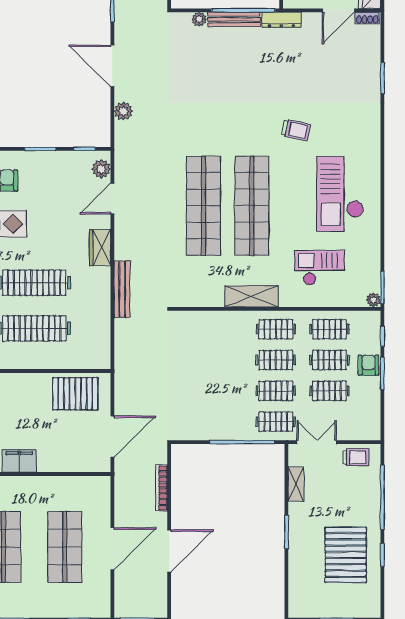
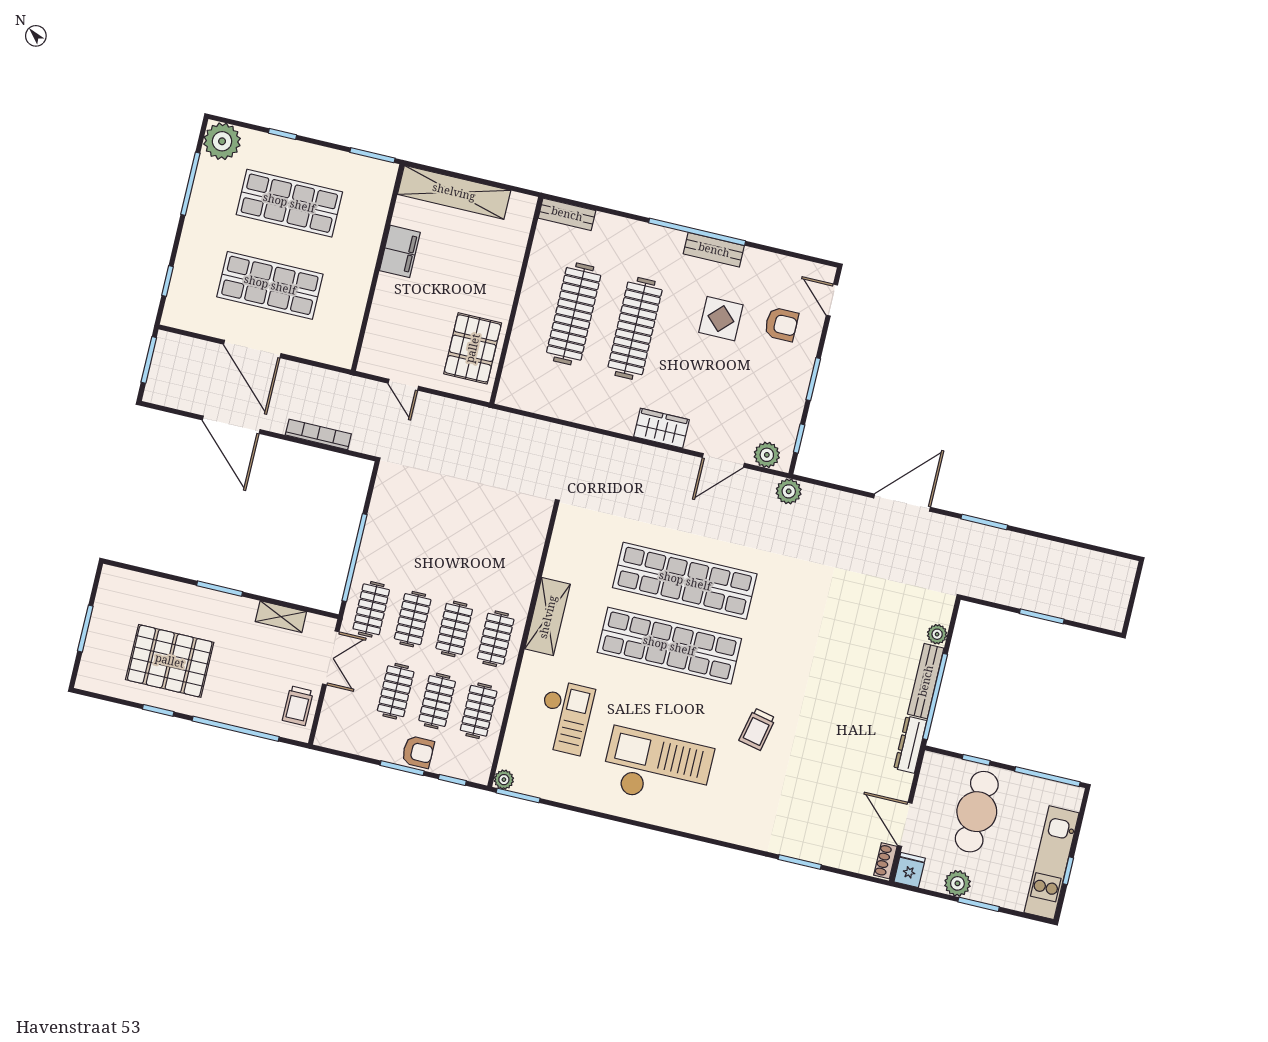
plant: (123, 111) -> (789, 491), moved
door: (112, 199) -> (723, 460), swing flipped
bench: (122, 289) -> (598, 445), removed
door: (112, 436) -> (403, 385), width x0.53

